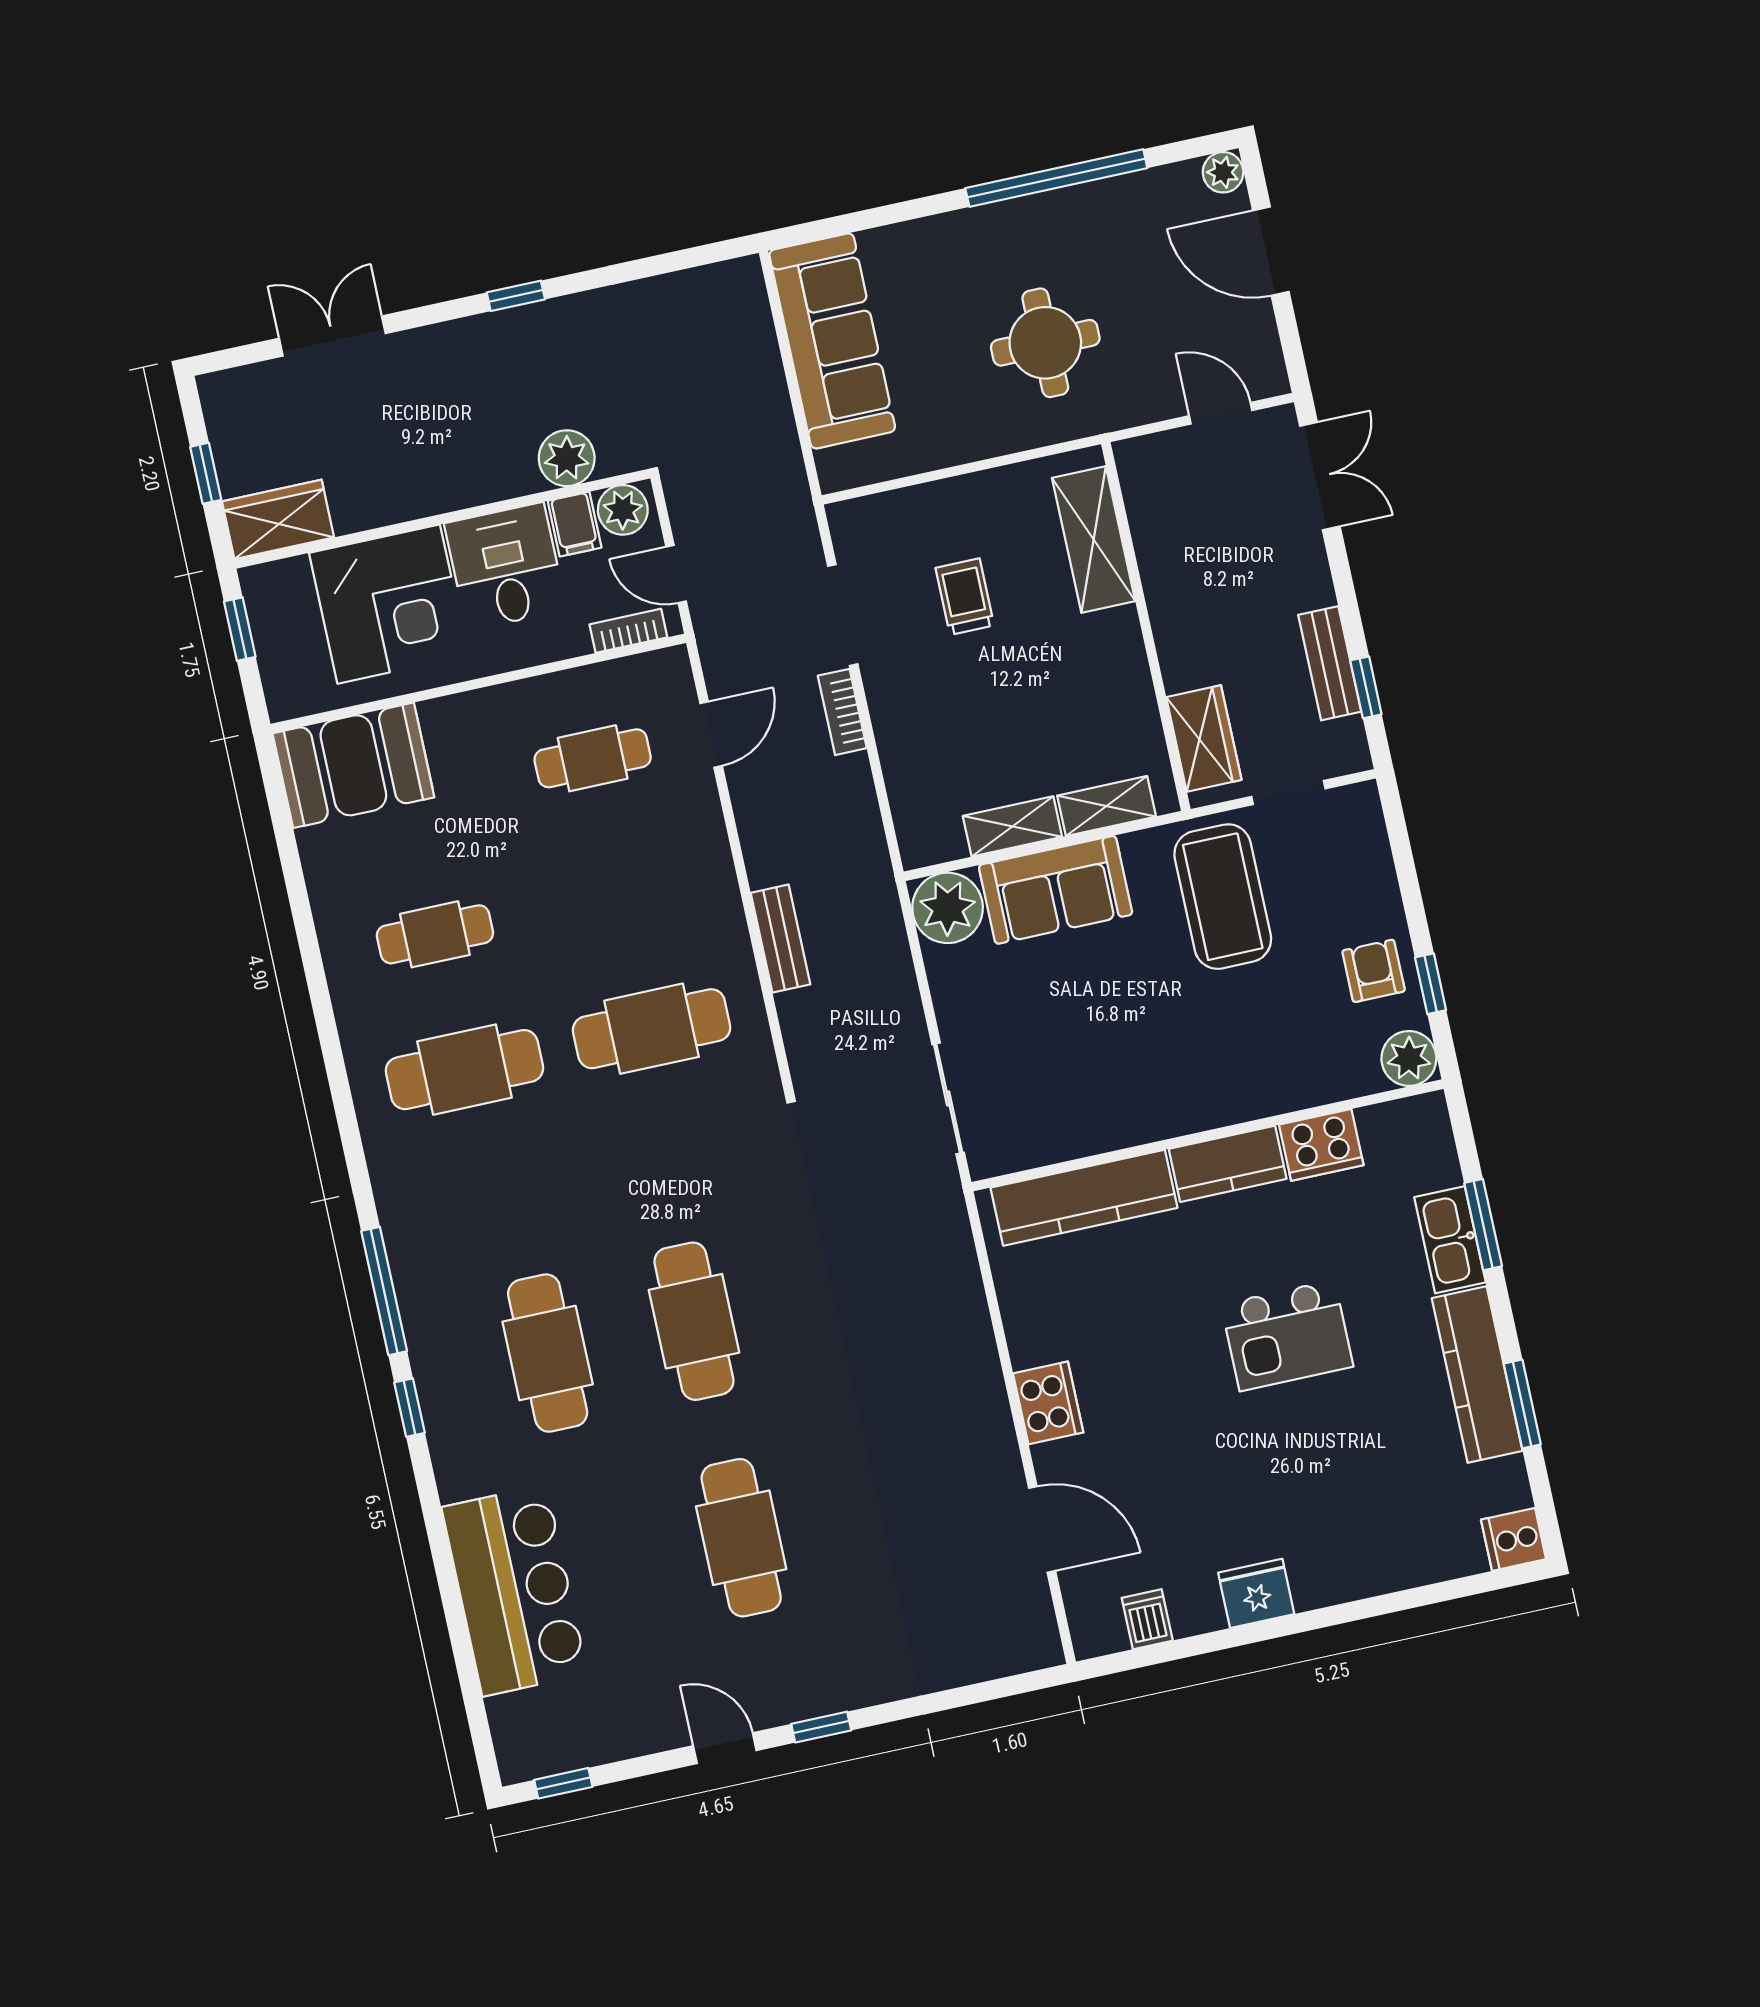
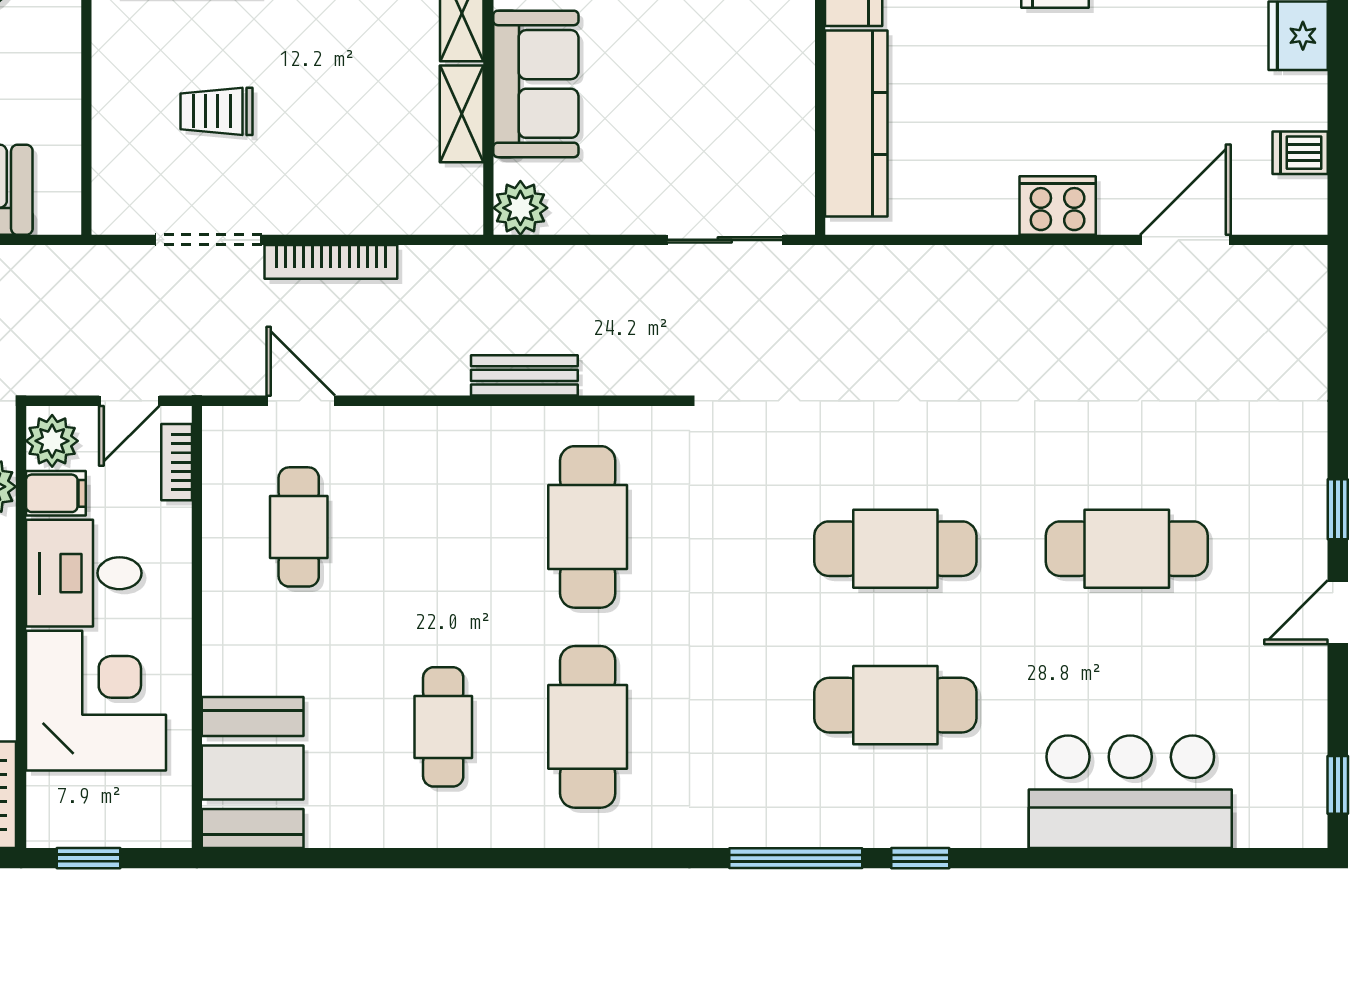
bookcase: (842, 712) -> (331, 262), width x1.56
plant: (948, 908) -> (520, 208), width x0.73, depth x0.73

